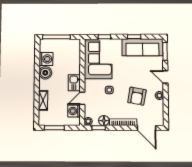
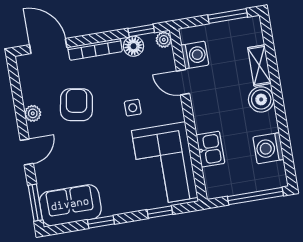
sofa: (142, 47) -> (70, 205), width x0.73
boiler: (45, 73) -> (261, 99), moved
door: (165, 77) -> (27, 152), hinge flipped
kitchen sink: (74, 83) -> (210, 149), moved
door: (82, 98) -> (183, 82), swing flipped

